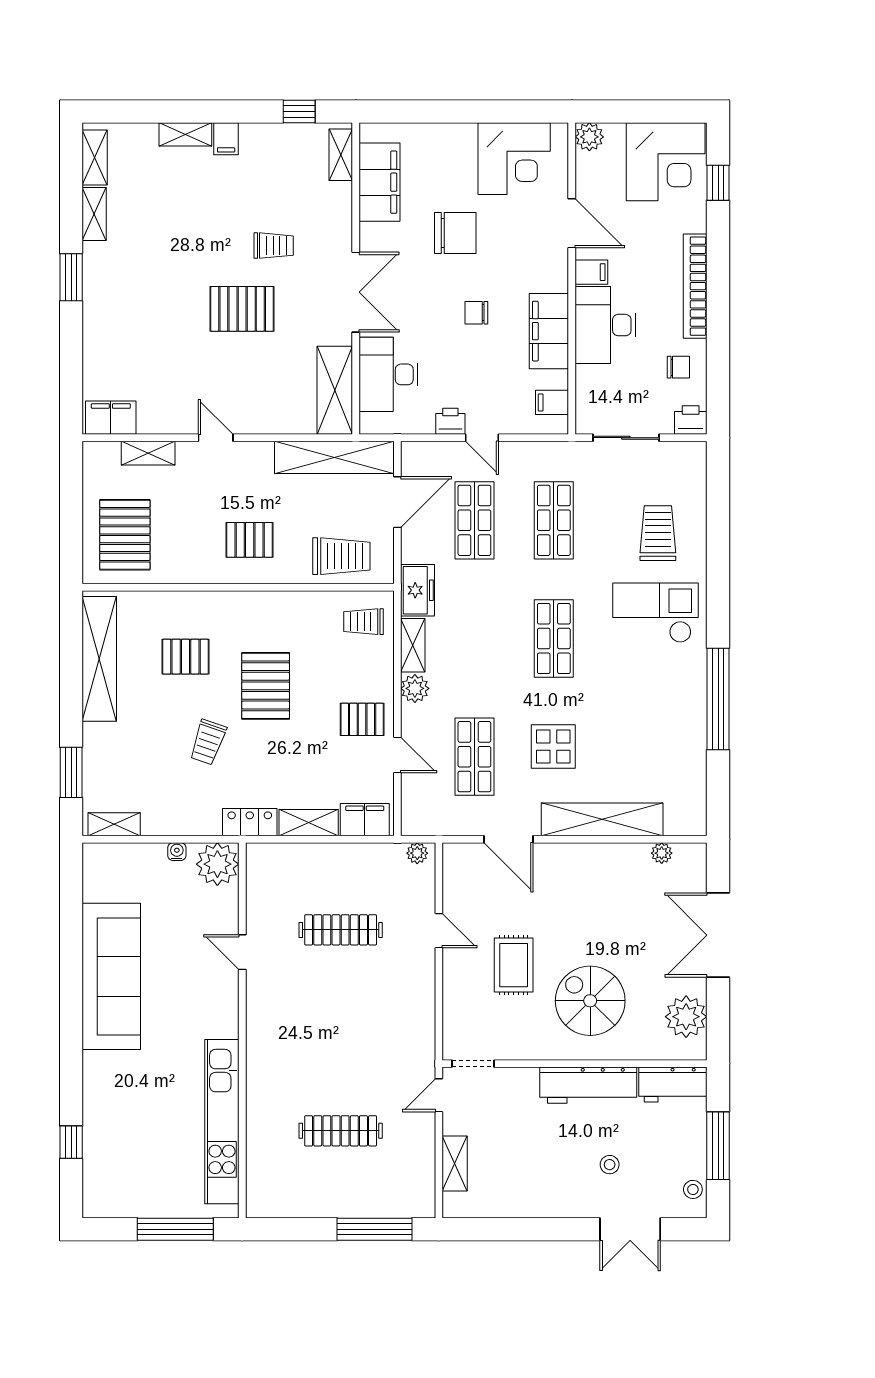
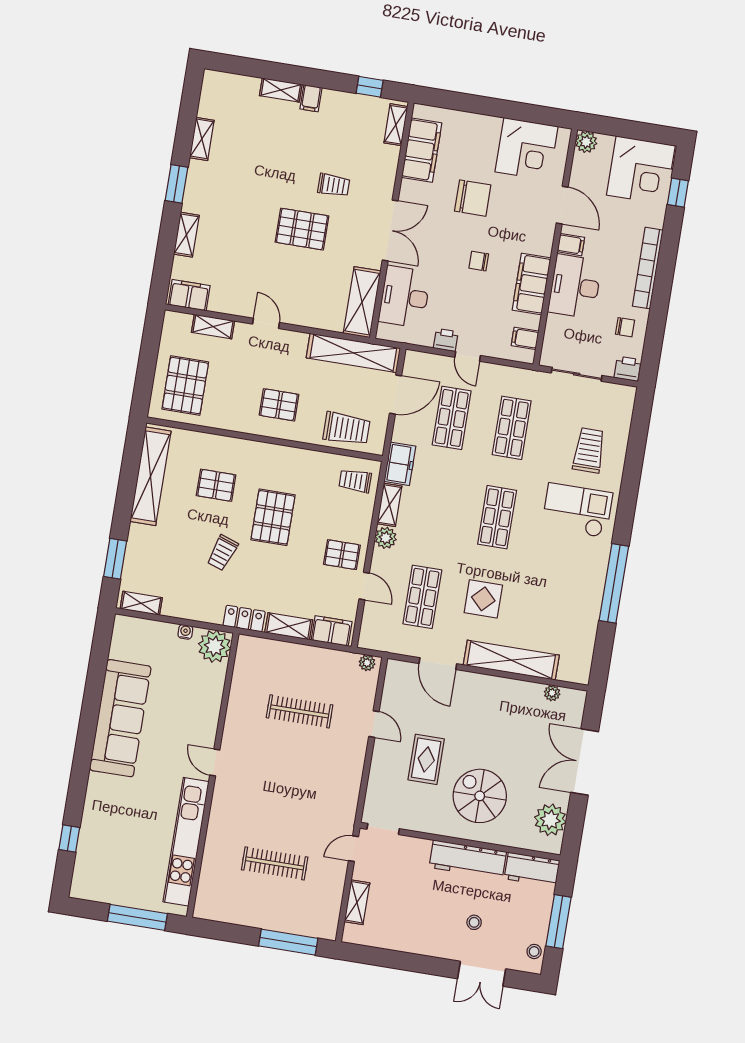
shelving: (95, 158) -> (186, 235), moved
door: (242, 952) -> (215, 763), moved

